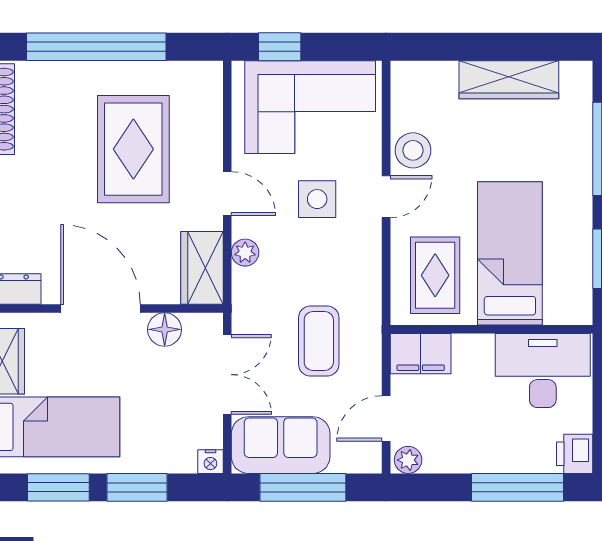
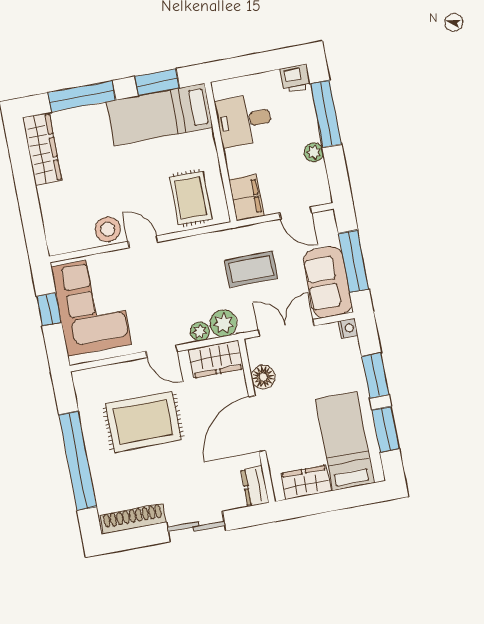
window: (280, 47) -> (49, 309), moved
wardrobe: (509, 80) -> (42, 149), moved
door: (227, 194) -> (162, 351), swing flipped
side table: (317, 199) -> (154, 289), removed
bed: (510, 253) -> (159, 115), moved
rug: (435, 275) -> (191, 198), turned 90
plant: (250, 288) -> (223, 323), added
desk: (543, 371) -> (244, 120), width x0.73
plant: (408, 460) -> (314, 152), moved

